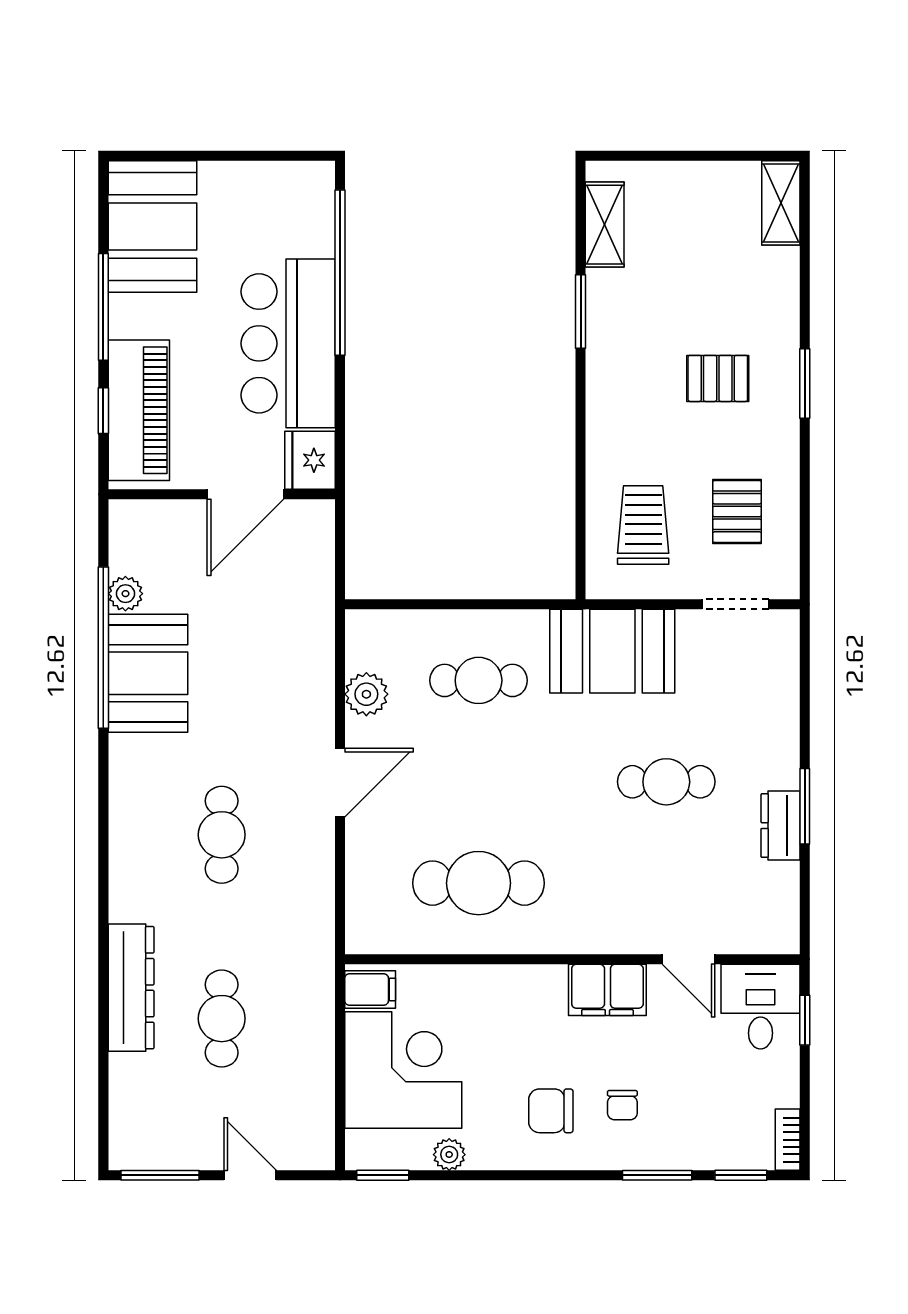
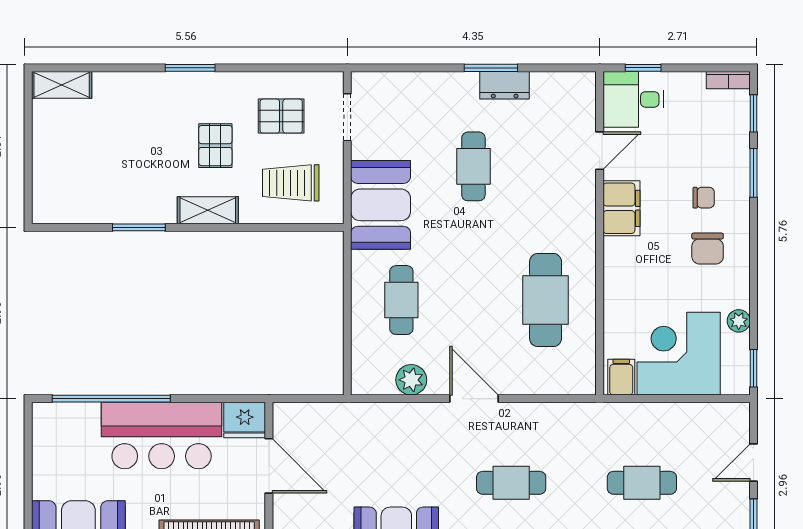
shelving: (605, 225) -> (208, 210), moved
pallet: (718, 378) -> (215, 146), moved

